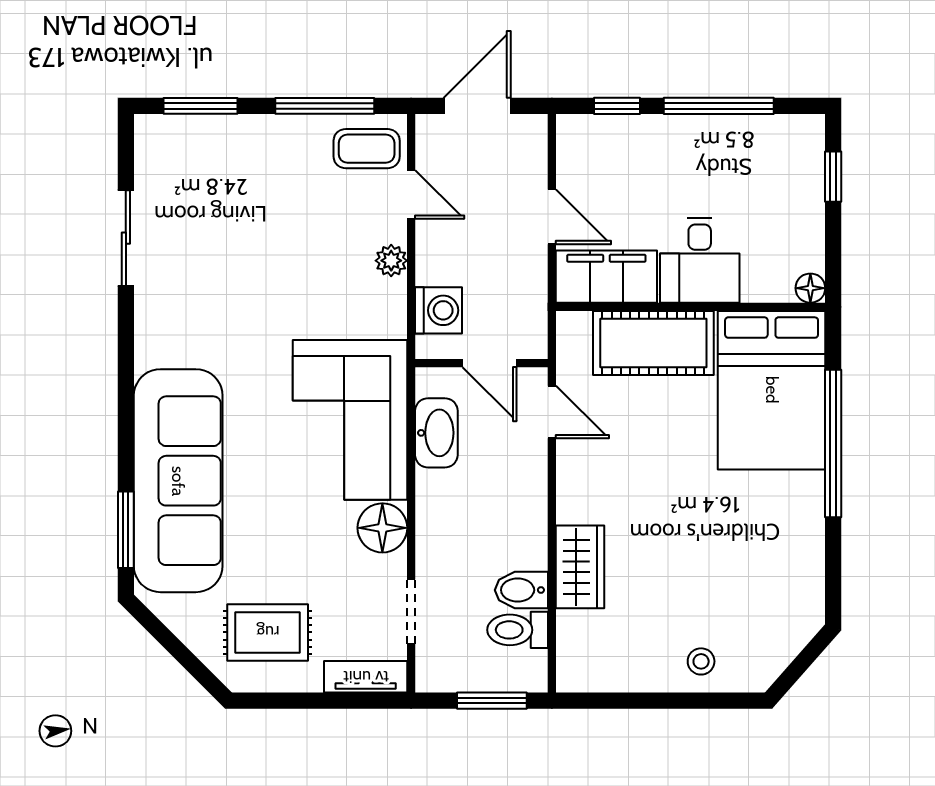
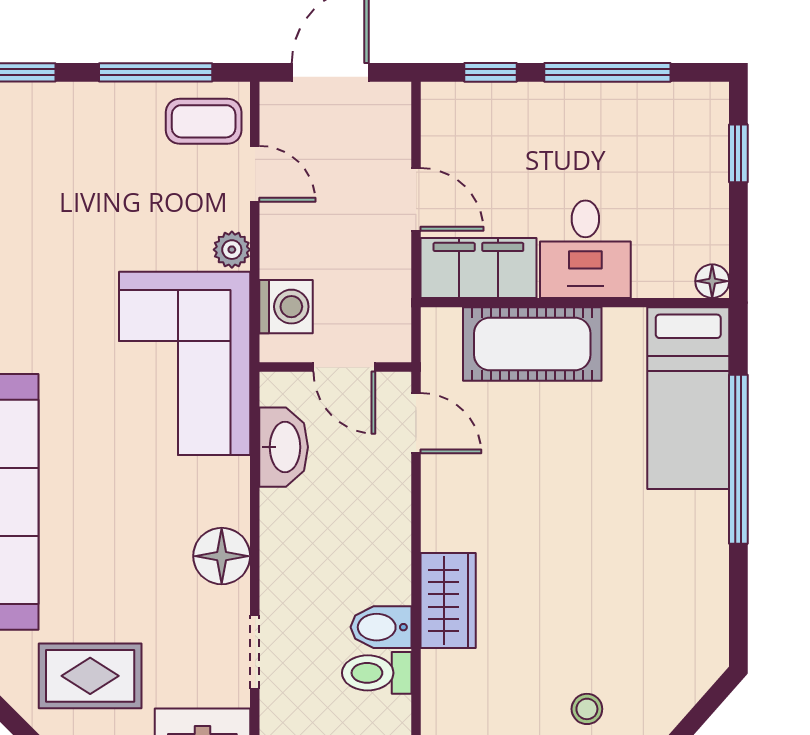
bed: (772, 390) -> (688, 398), width x0.67
corner sofa: (350, 420) -> (185, 363), moved

